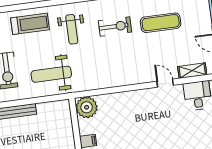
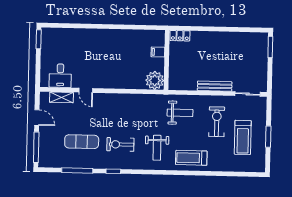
weight bench: (72, 29) -> (157, 148), turned 180
weight bench: (51, 74) -> (180, 113), width x0.73, depth x0.75

